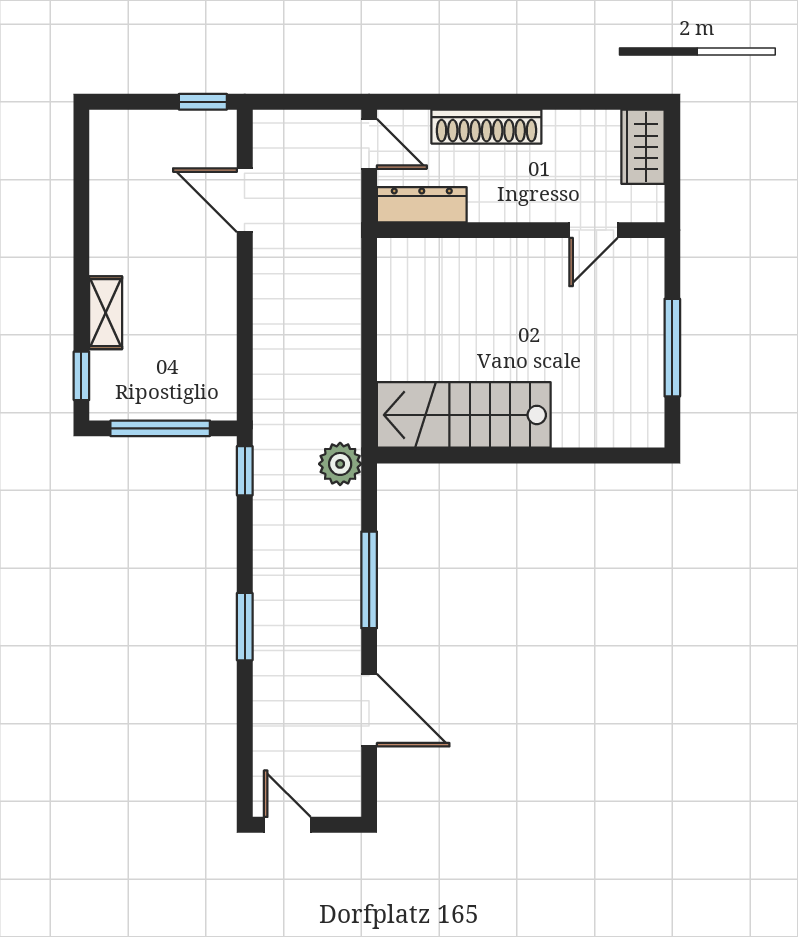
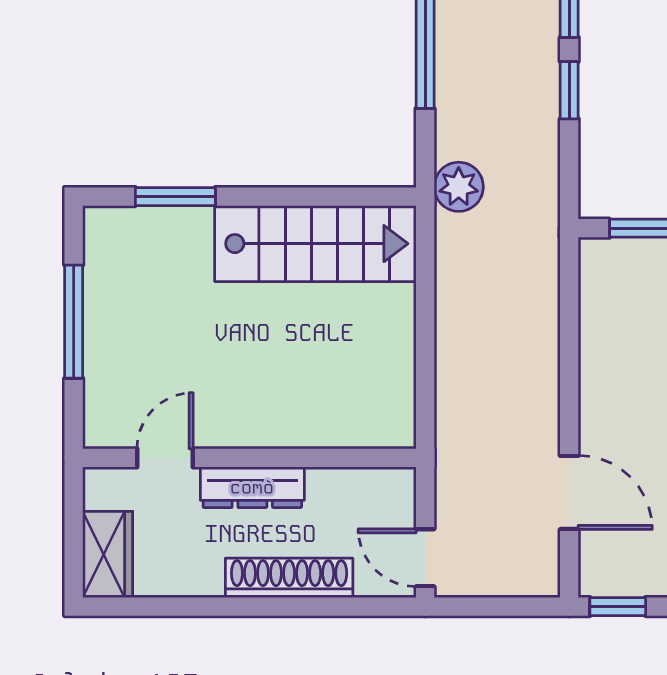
dresser: (422, 205) -> (252, 487), moved
window: (585, 455) -> (175, 197), added
window: (245, 471) -> (569, 90), moved

